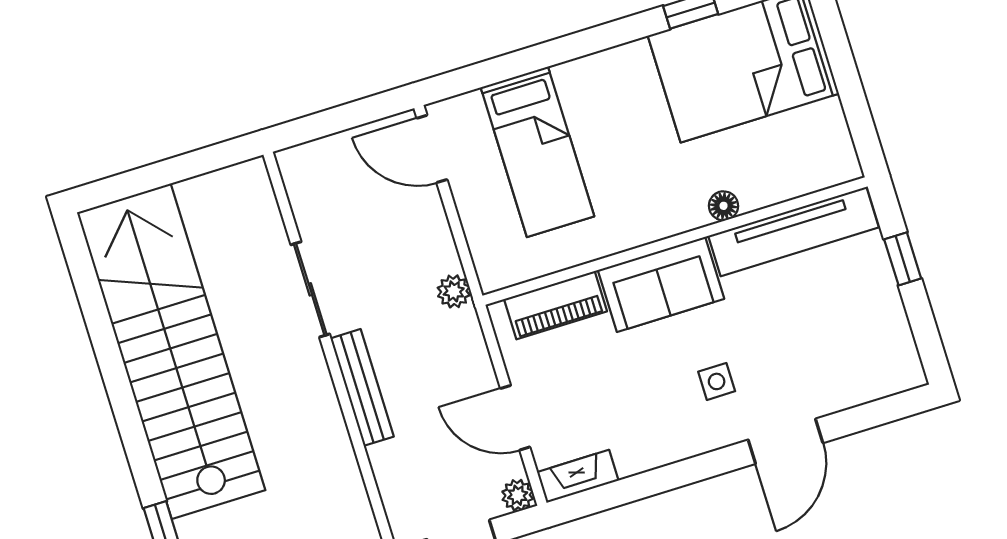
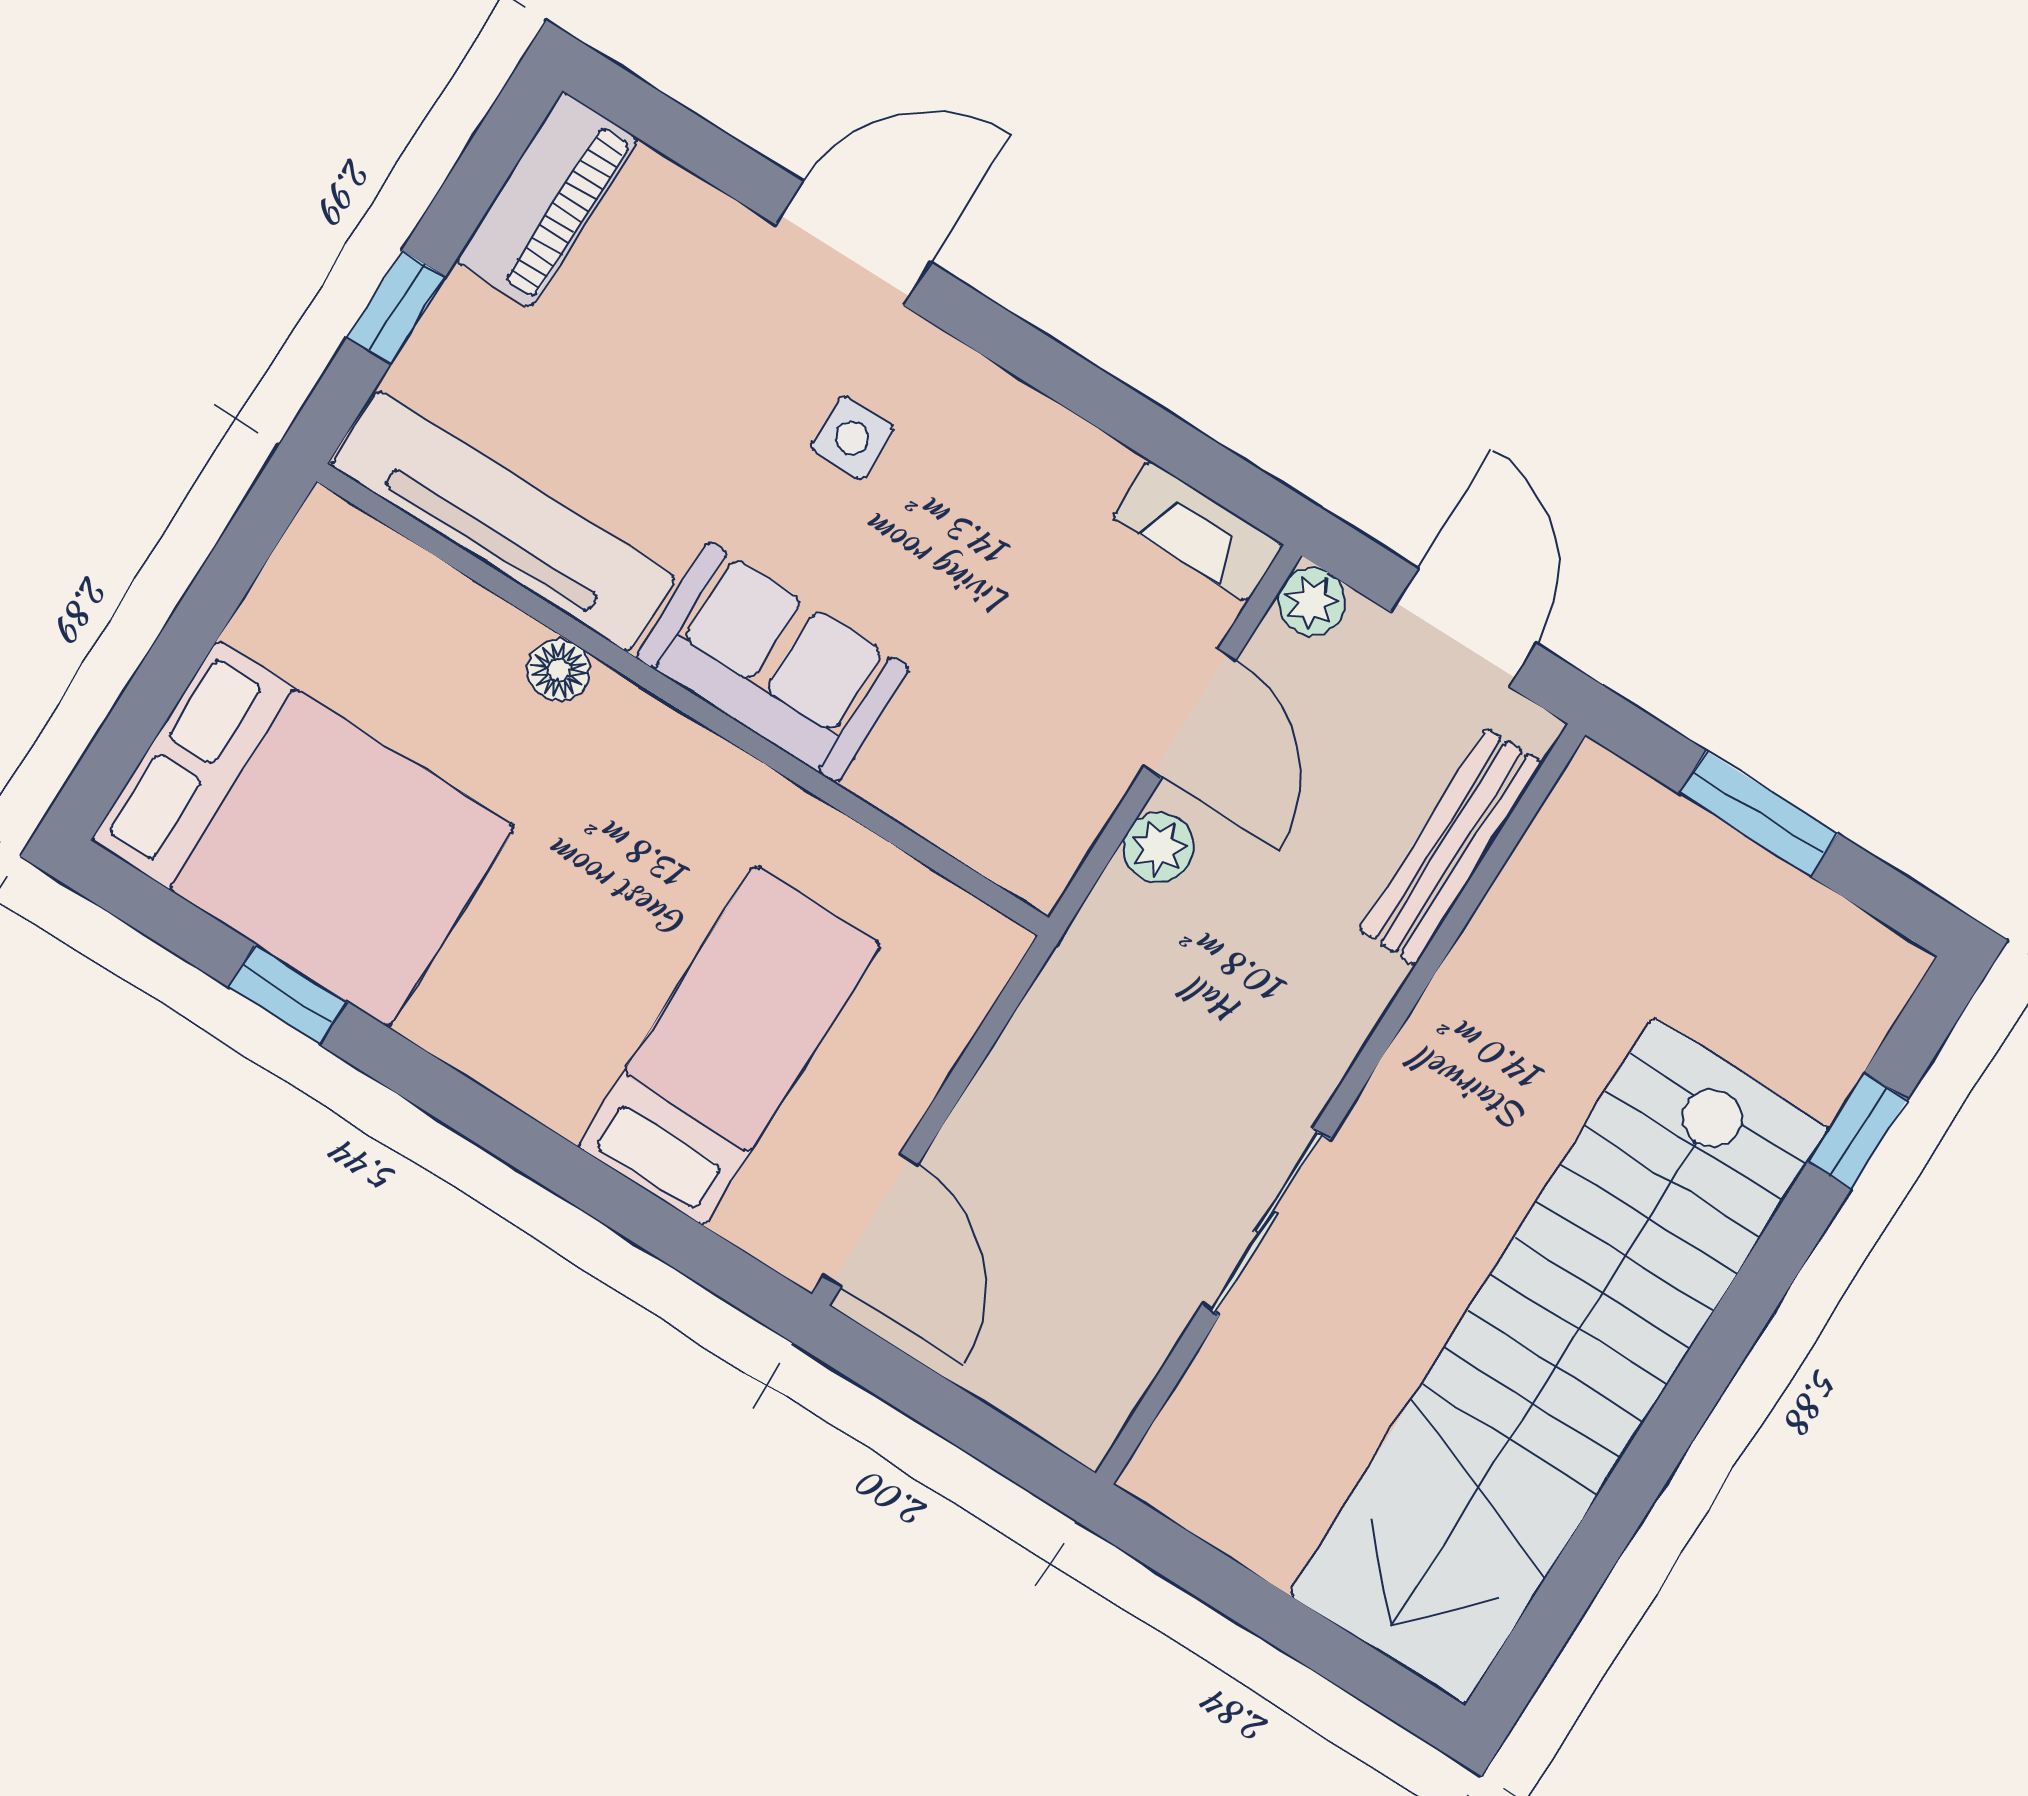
plant: (454, 291) -> (1159, 848), moved
piano: (555, 305) -> (547, 200), moved, turned 90
bench: (362, 387) -> (1451, 847), moved

